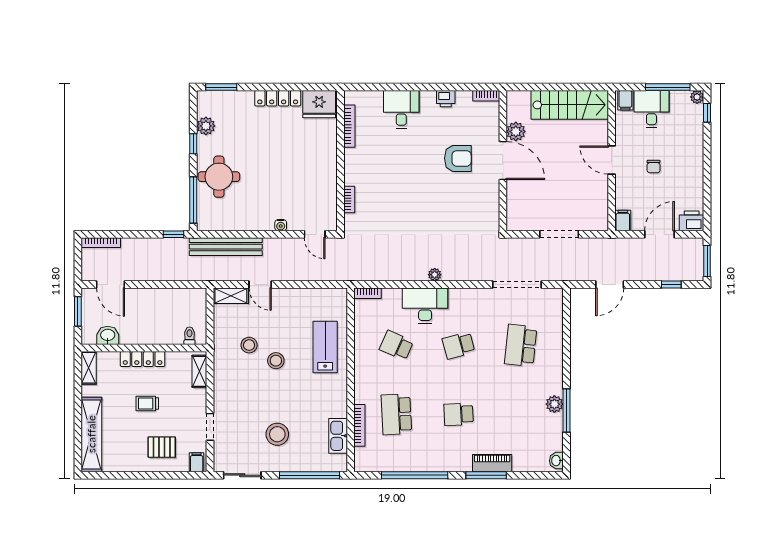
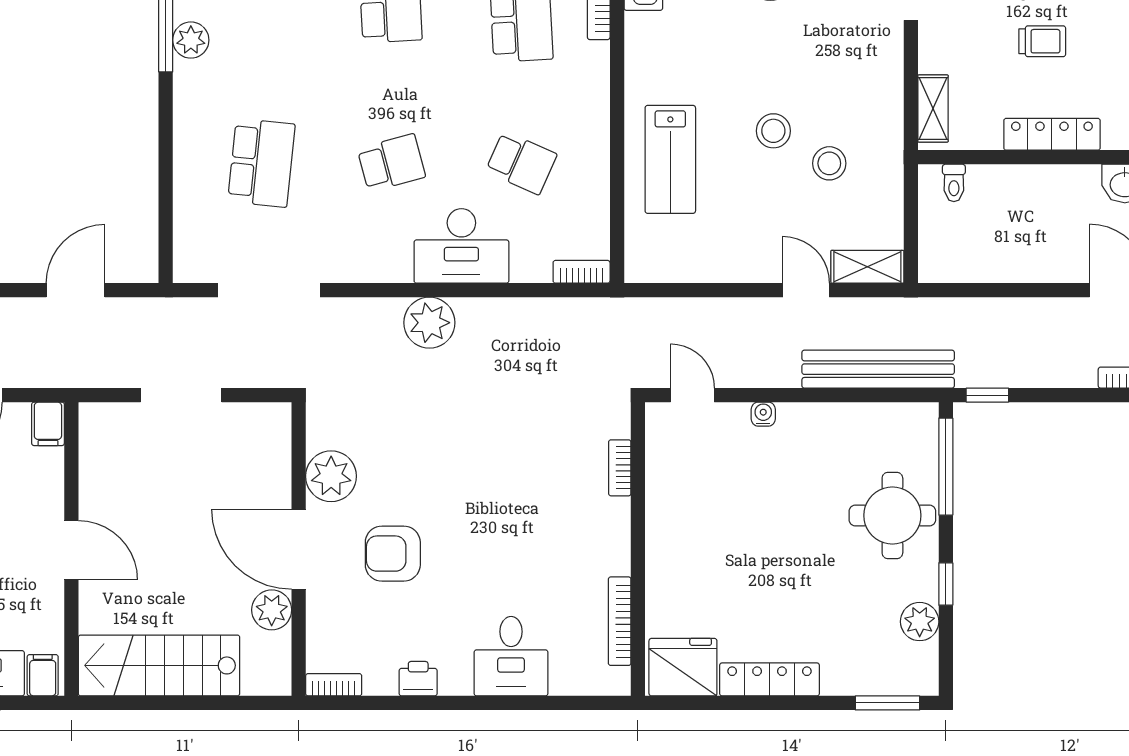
plant: (487, 195) -> (331, 476), added
plant: (435, 275) -> (429, 323), width x1.87, depth x1.87

